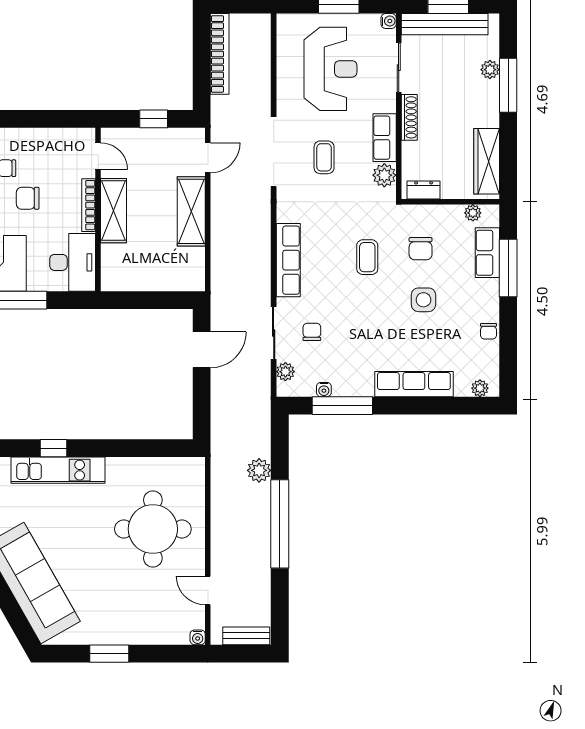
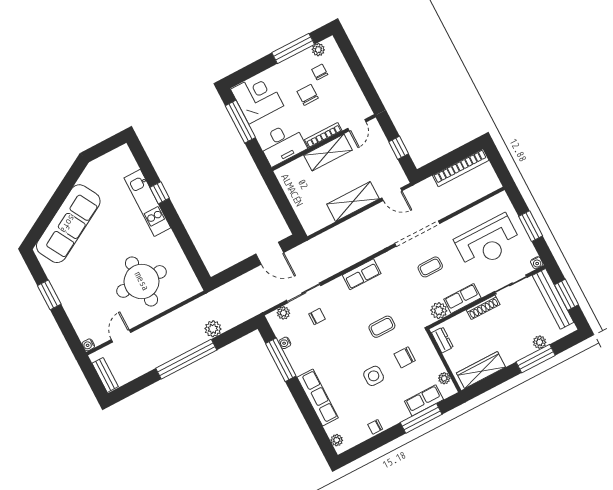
row of seats: (288, 260) -> (362, 274), width x0.68

